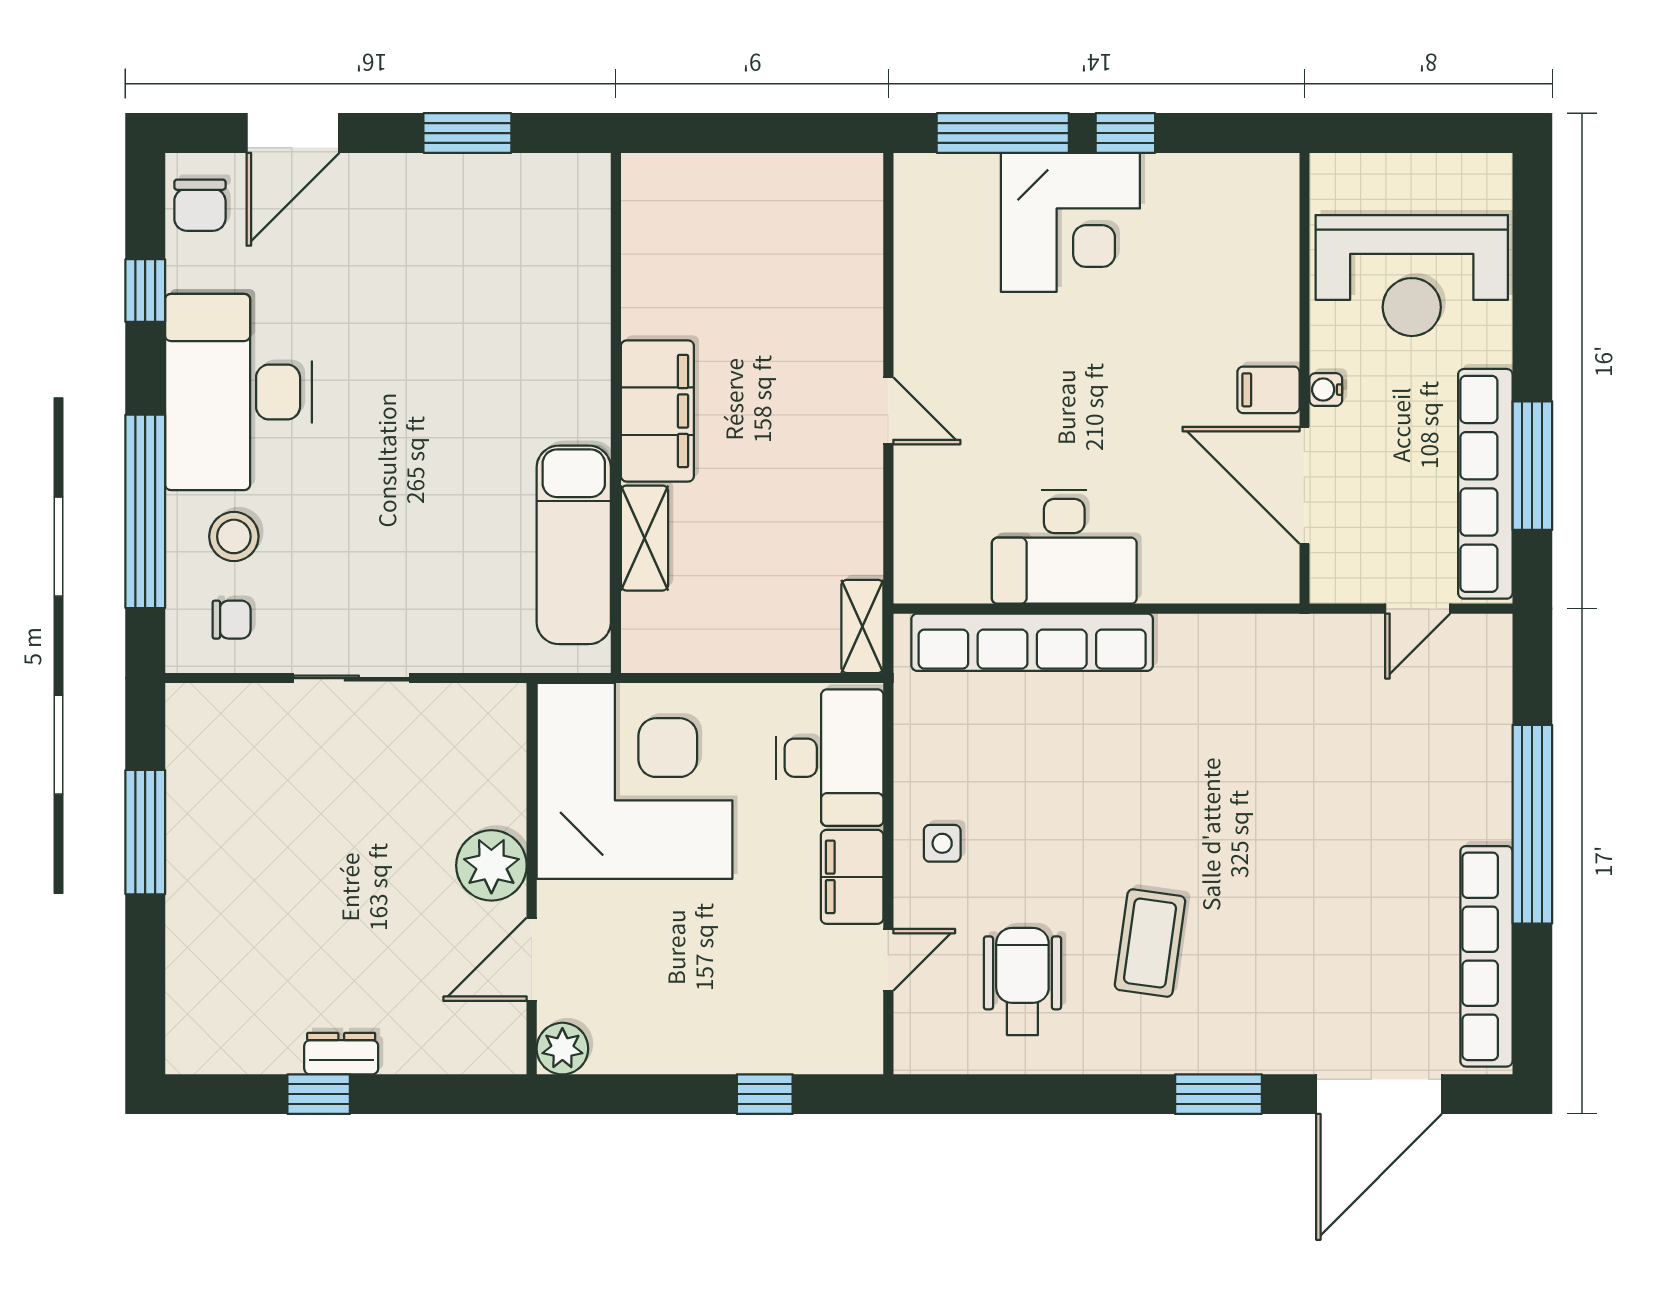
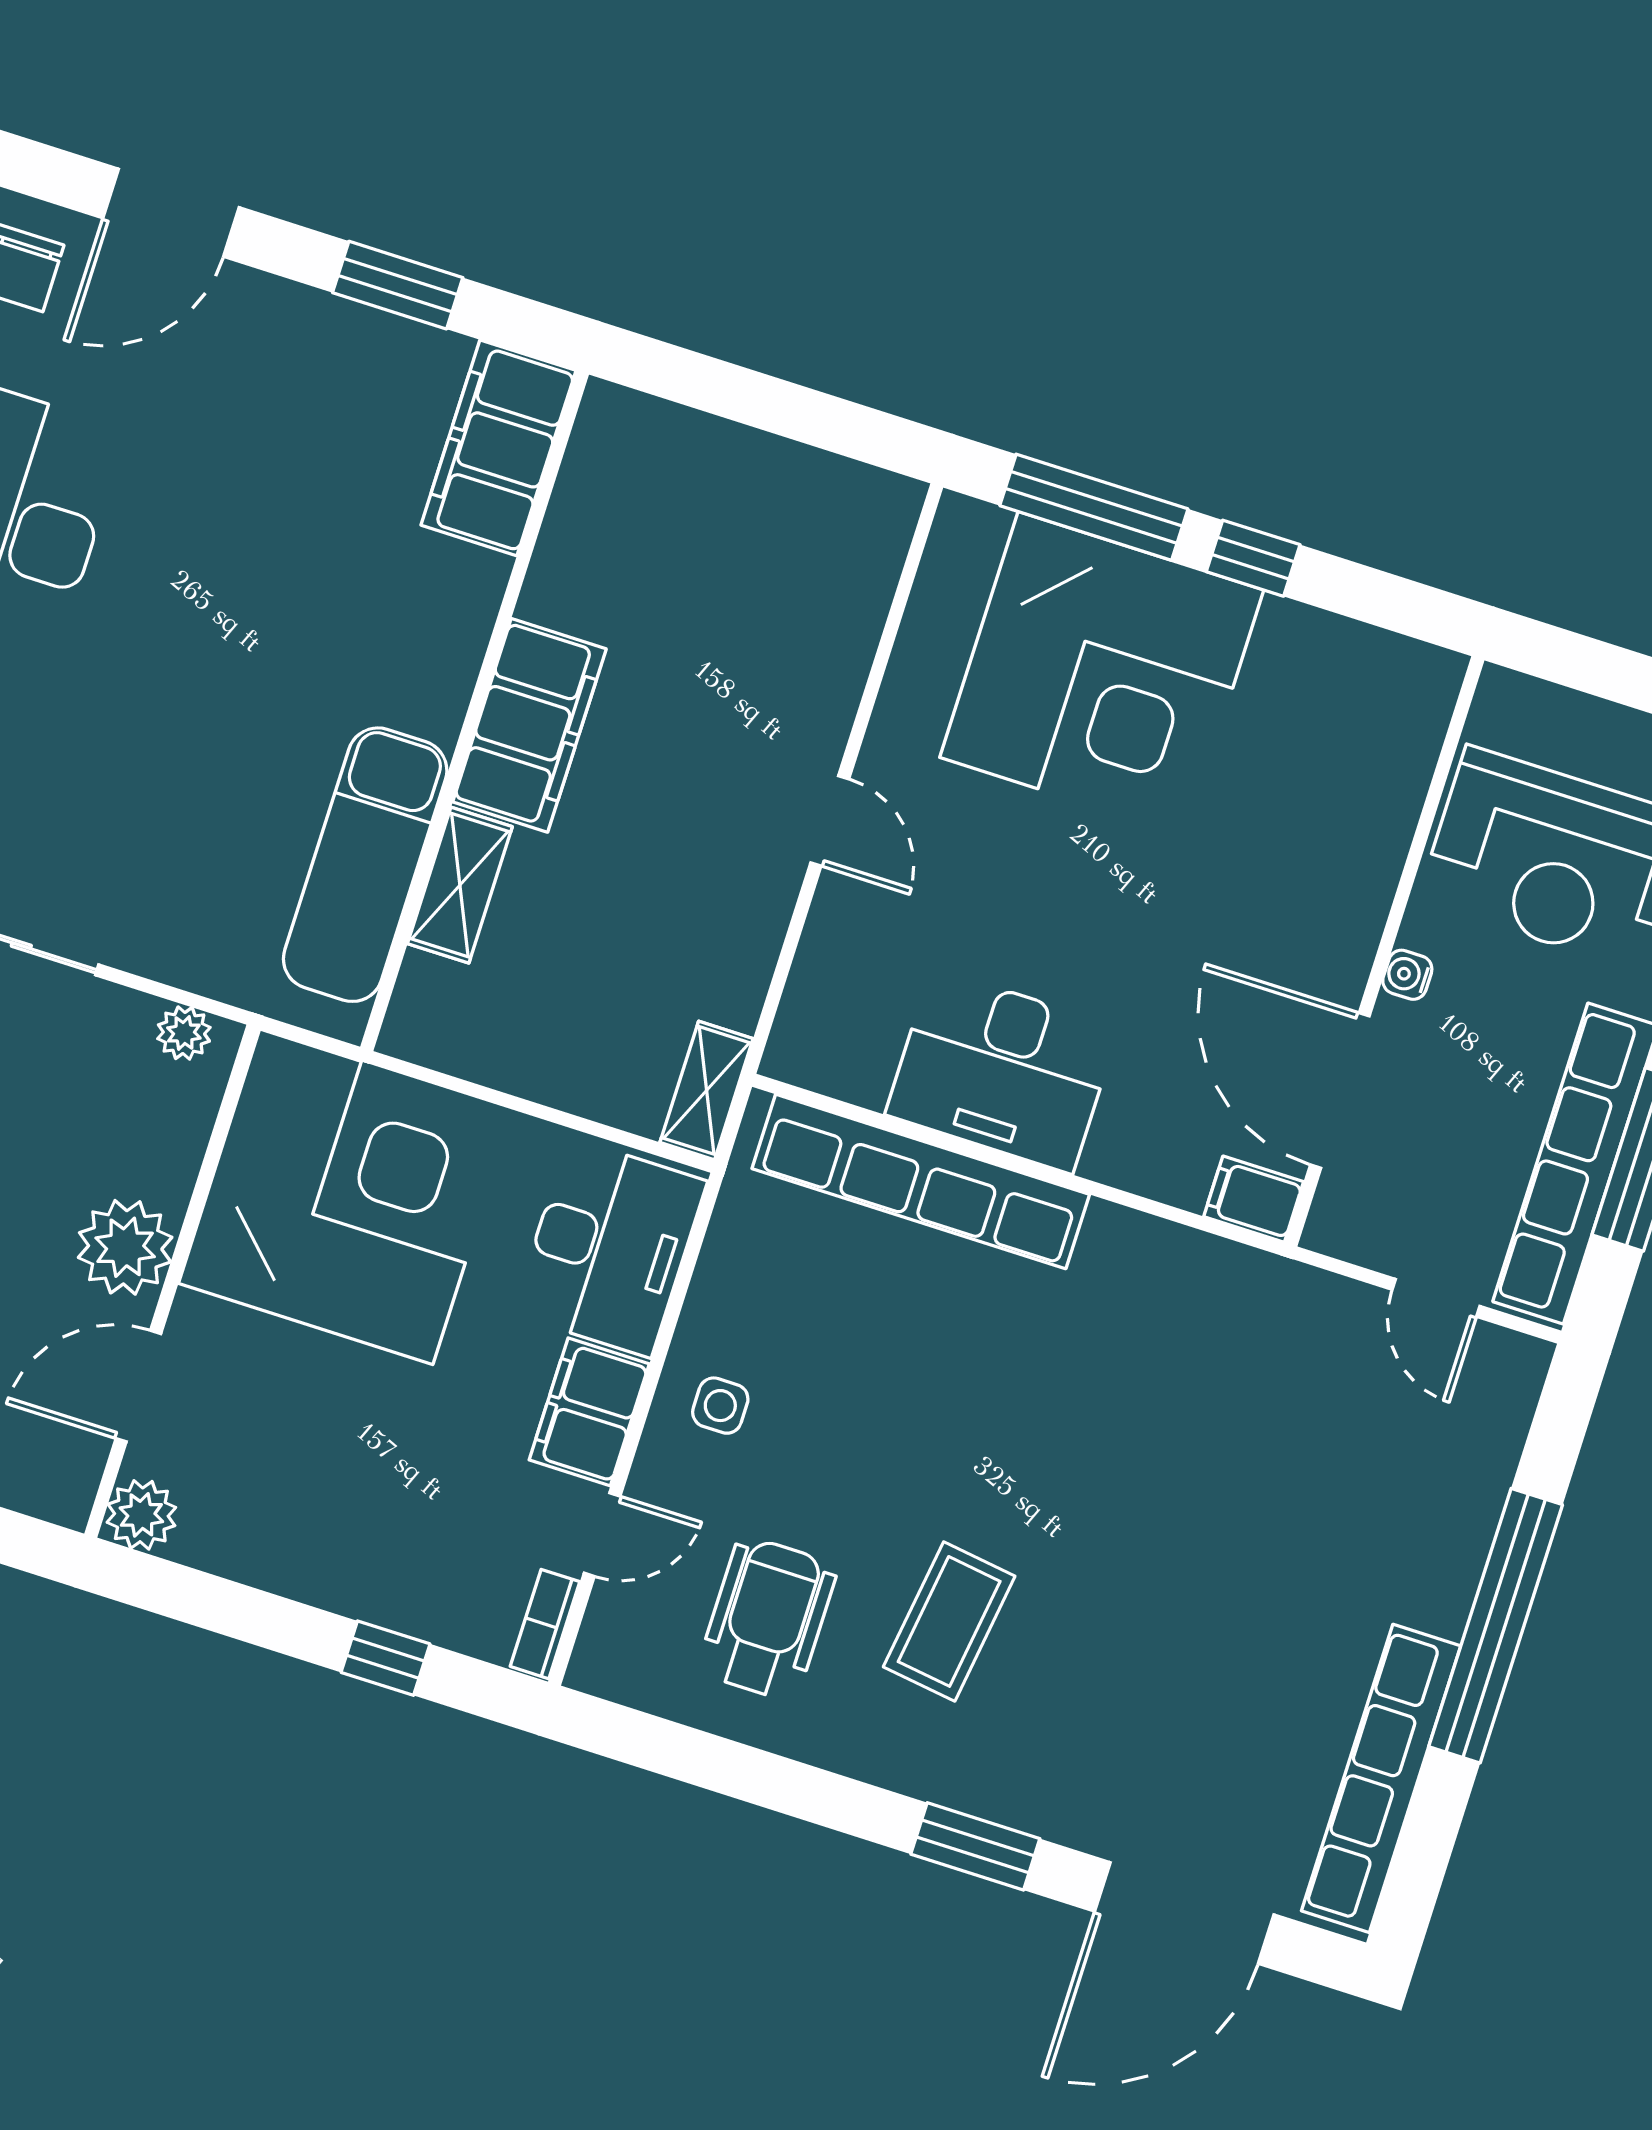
corner desk: (1070, 222) -> (1102, 674), width x1.36, depth x1.36
filing cabinet: (574, 224) -> (498, 448), added
filing cabinet: (1268, 390) -> (1254, 1199), moved
door: (1418, 609) -> (1436, 1298), hinge flipped
plant: (485, 703) -> (184, 1033), added
bookcase: (868, 1035) -> (545, 1624), added

